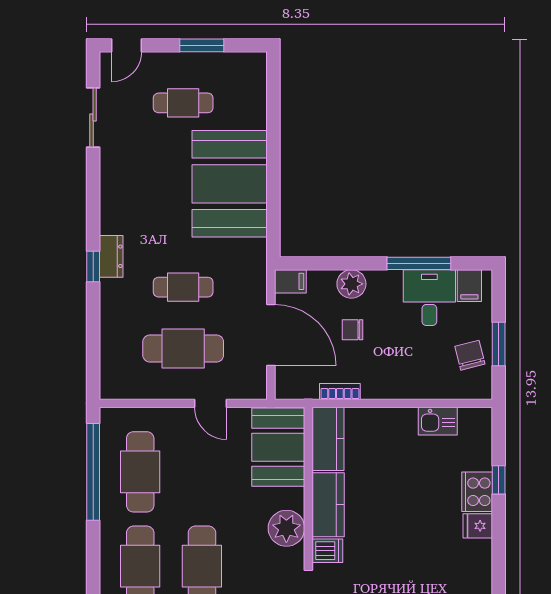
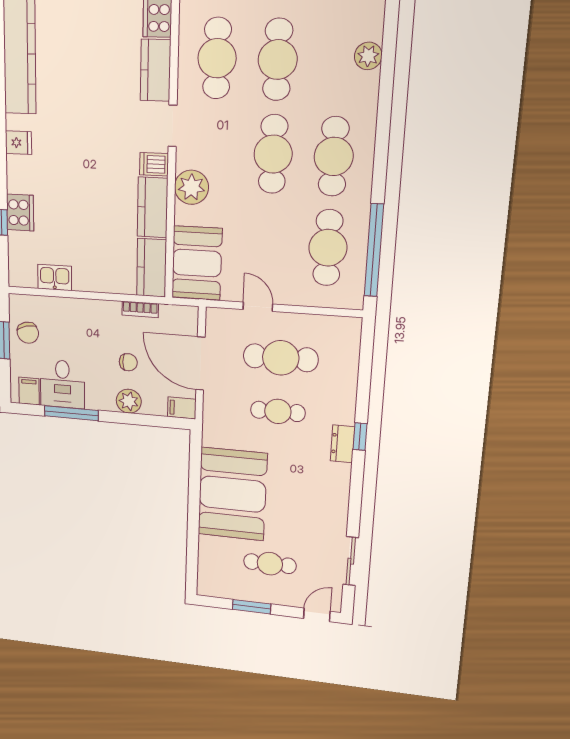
fridge: (478, 526) -> (18, 143), moved

